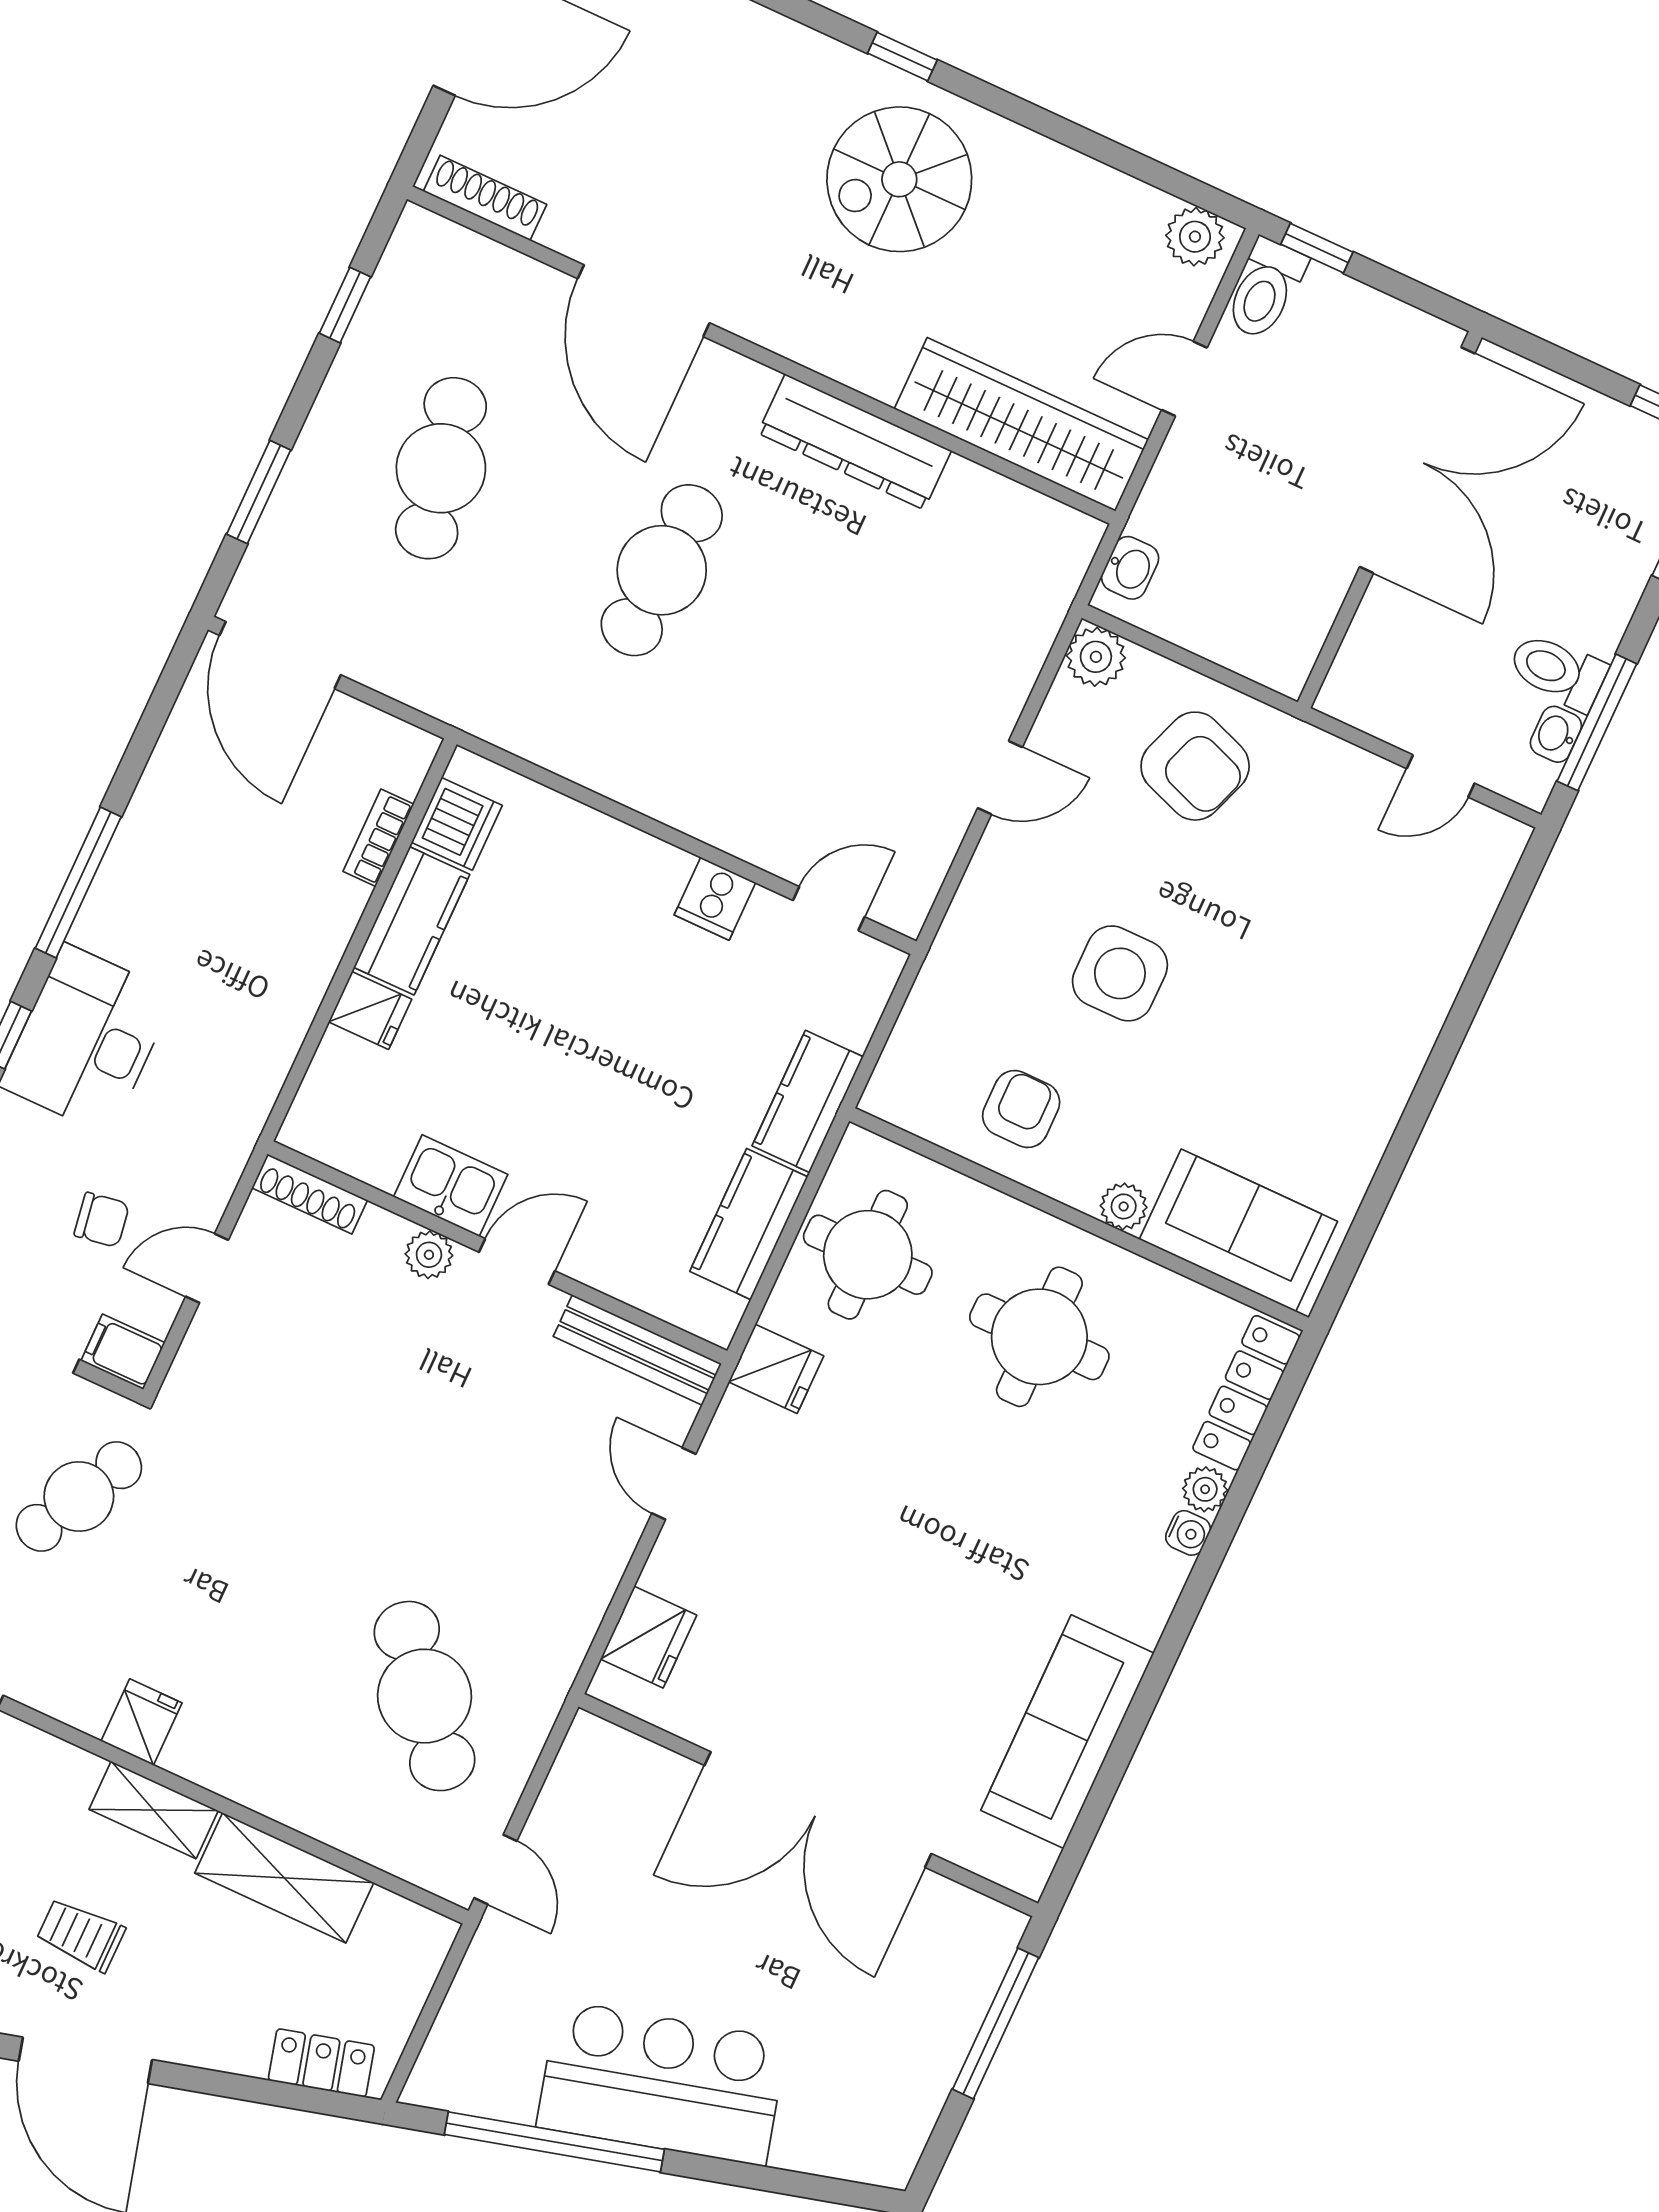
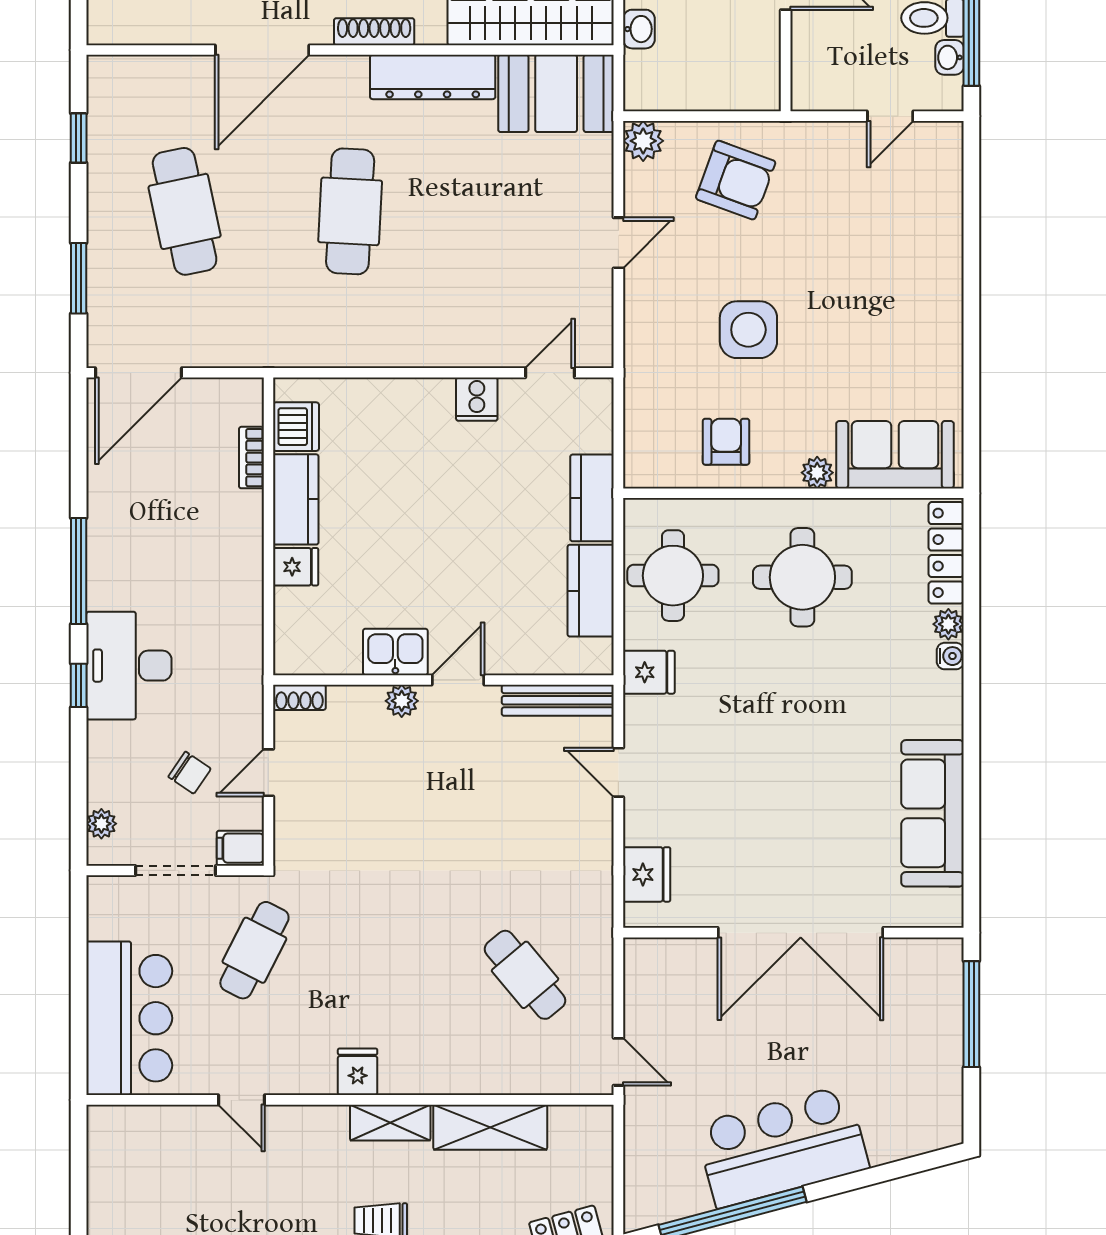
shoe rack: (485, 198) -> (374, 32), moved
door: (644, 301) -> (262, 50), hinge flipped
booth: (1009, 540) -> (556, 93), added
washbasin: (1130, 568) -> (639, 29), moved
door: (280, 655) -> (139, 373), hinge flipped
shoe rack: (310, 1194) -> (299, 697), width x0.70
chair: (102, 1220) -> (190, 773), turned 43
cafe table: (424, 1696) -> (525, 975), width x0.73, depth x0.74

